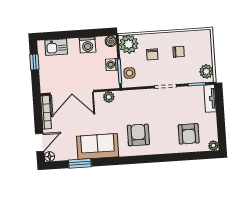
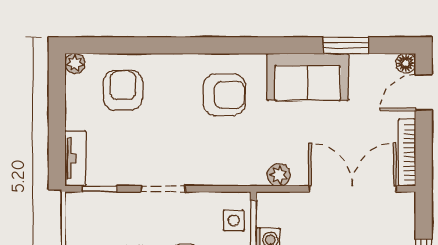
plant: (206, 71) -> (79, 213), removed
armchair: (138, 135) -> (224, 95), turned -90

